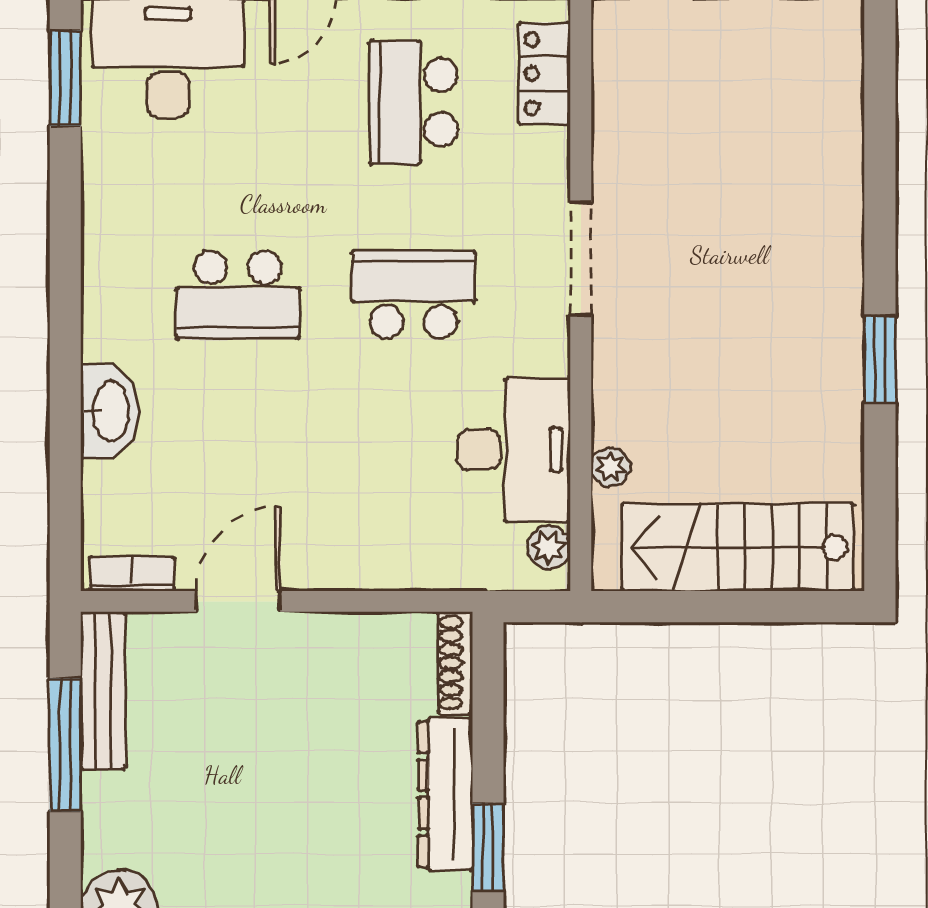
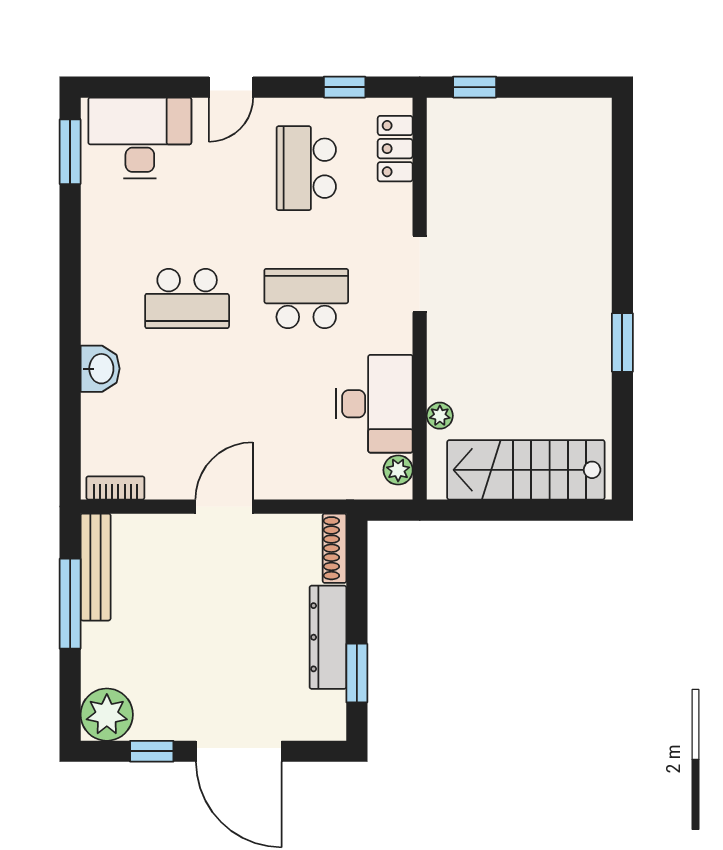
washbasin: (110, 411) -> (100, 369), width x0.72
door: (238, 601) -> (224, 507), moved

